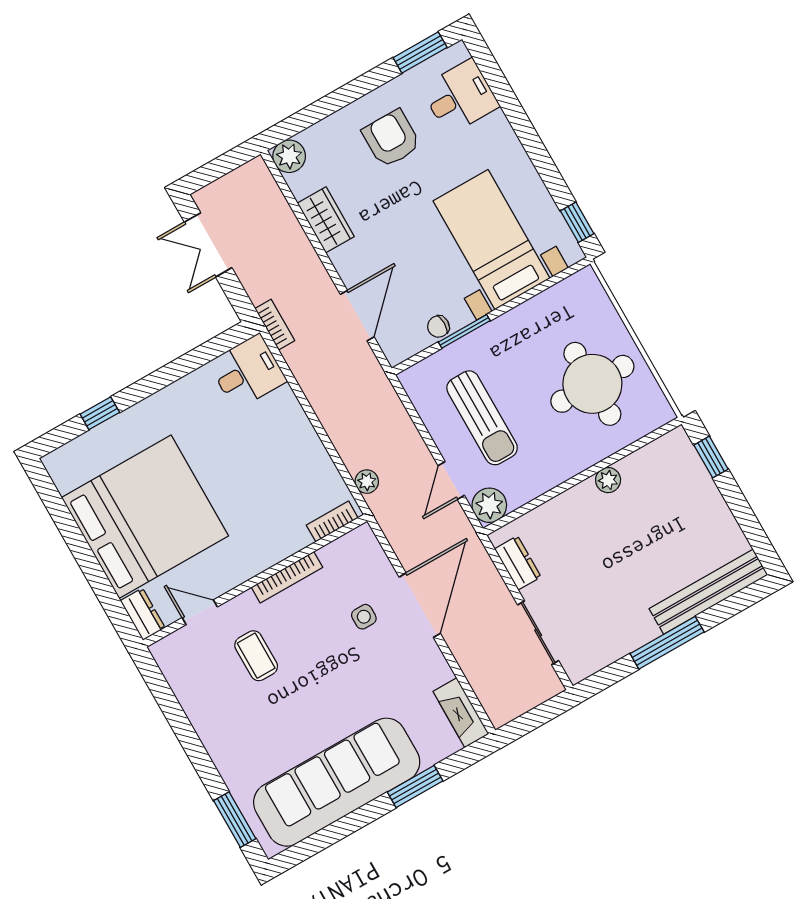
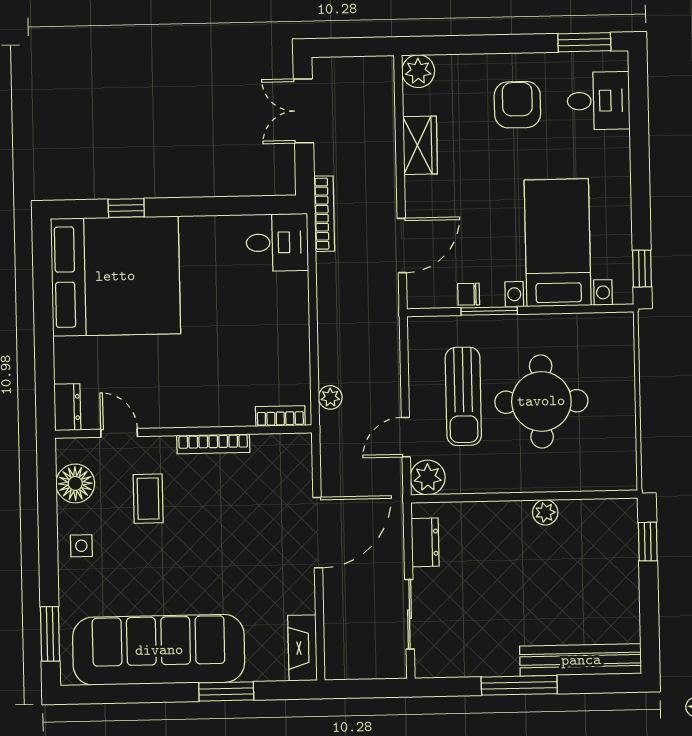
bookcase: (275, 325) -> (324, 214), width x1.56
round table: (592, 384) -> (541, 401), moved
bed: (145, 517) -> (115, 276), moved
side table: (364, 617) -> (81, 546), moved
floor lamp: (186, 677) -> (75, 483), added

